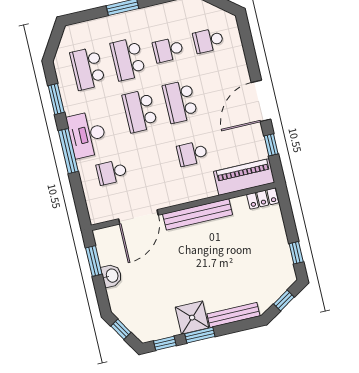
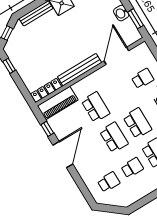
school desk: (192, 154) -> (95, 107), width x1.85
locker: (263, 199) -> (46, 90), width x1.53

